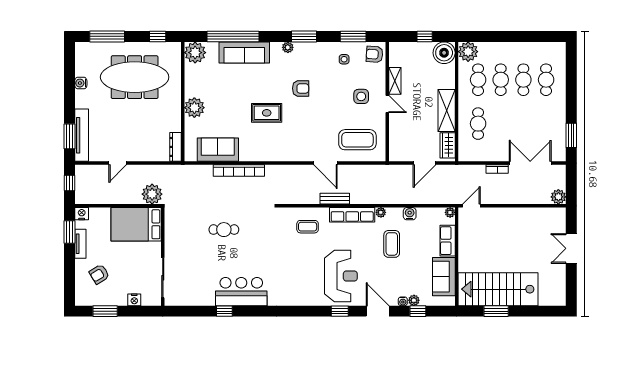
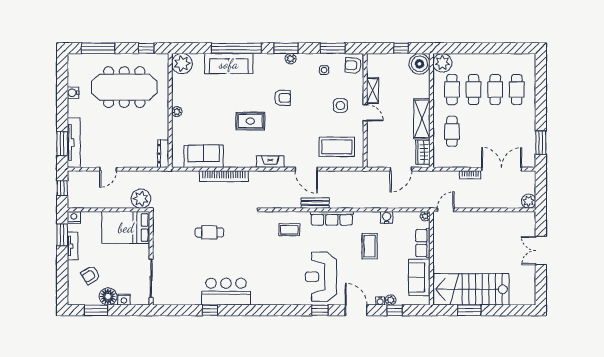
window: (233, 36) -> (236, 48), moved
plant: (288, 47) -> (291, 59), moved
plant: (194, 108) -> (177, 112), width x0.53, depth x0.53
fireplace: (288, 155) -> (270, 162), added
plant: (381, 212) -> (359, 216), removed
reception desk: (341, 276) -> (321, 277), turned 180
floor lamp: (118, 297) -> (108, 296), added

